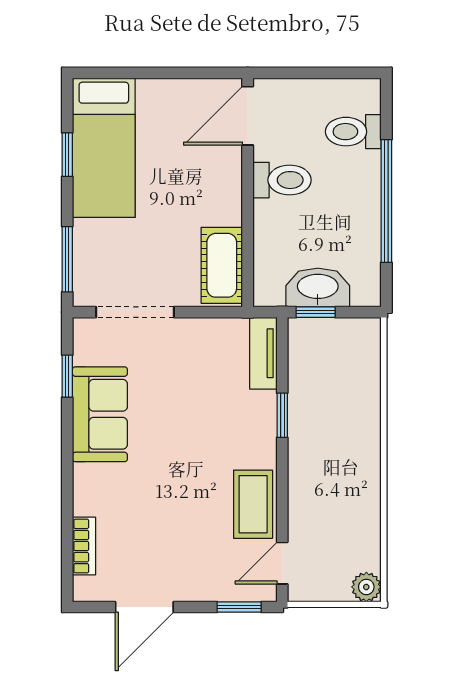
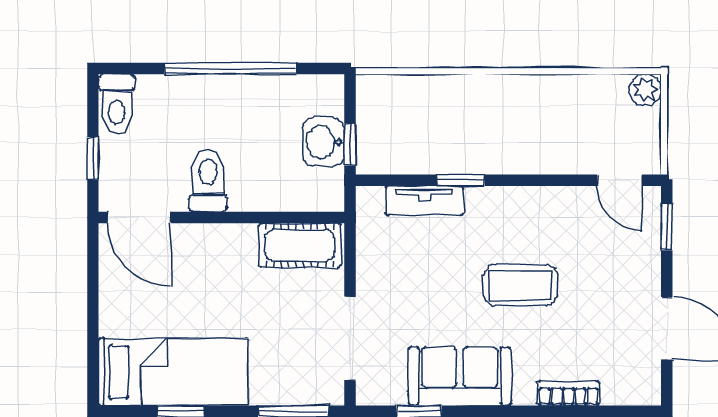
window: (303, 73) -> (93, 158), added
toilet: (353, 132) -> (117, 104), moved
washbasin: (318, 288) -> (324, 142), width x0.72
tv unit: (263, 353) -> (424, 201), moved
coffee table: (253, 504) -> (520, 285), moved
bookcase: (84, 546) -> (568, 393), moved

